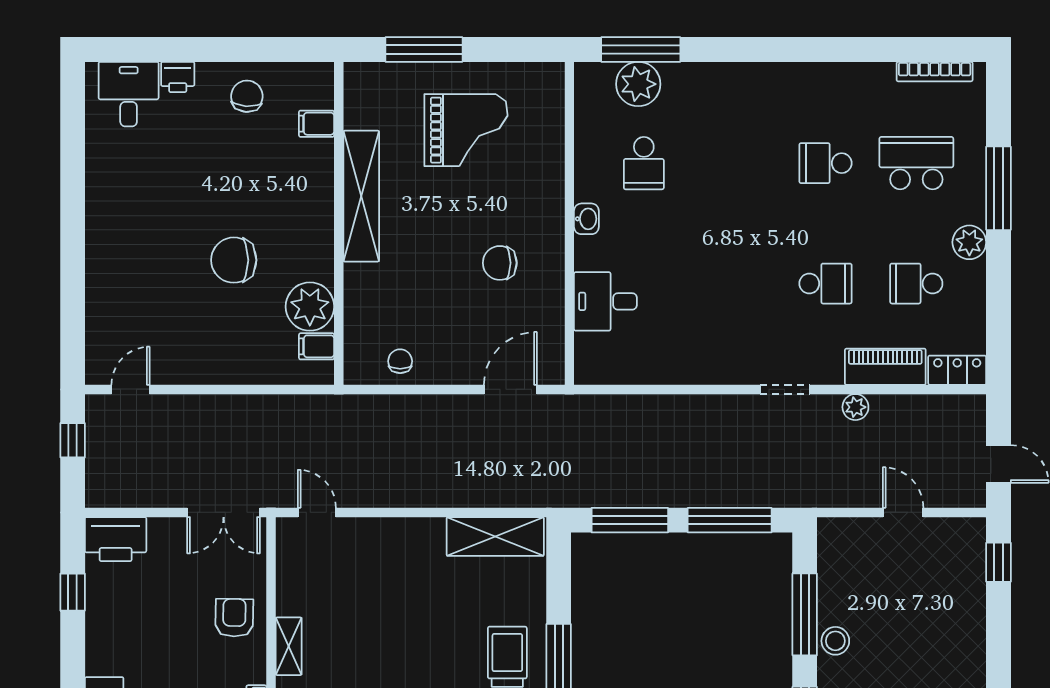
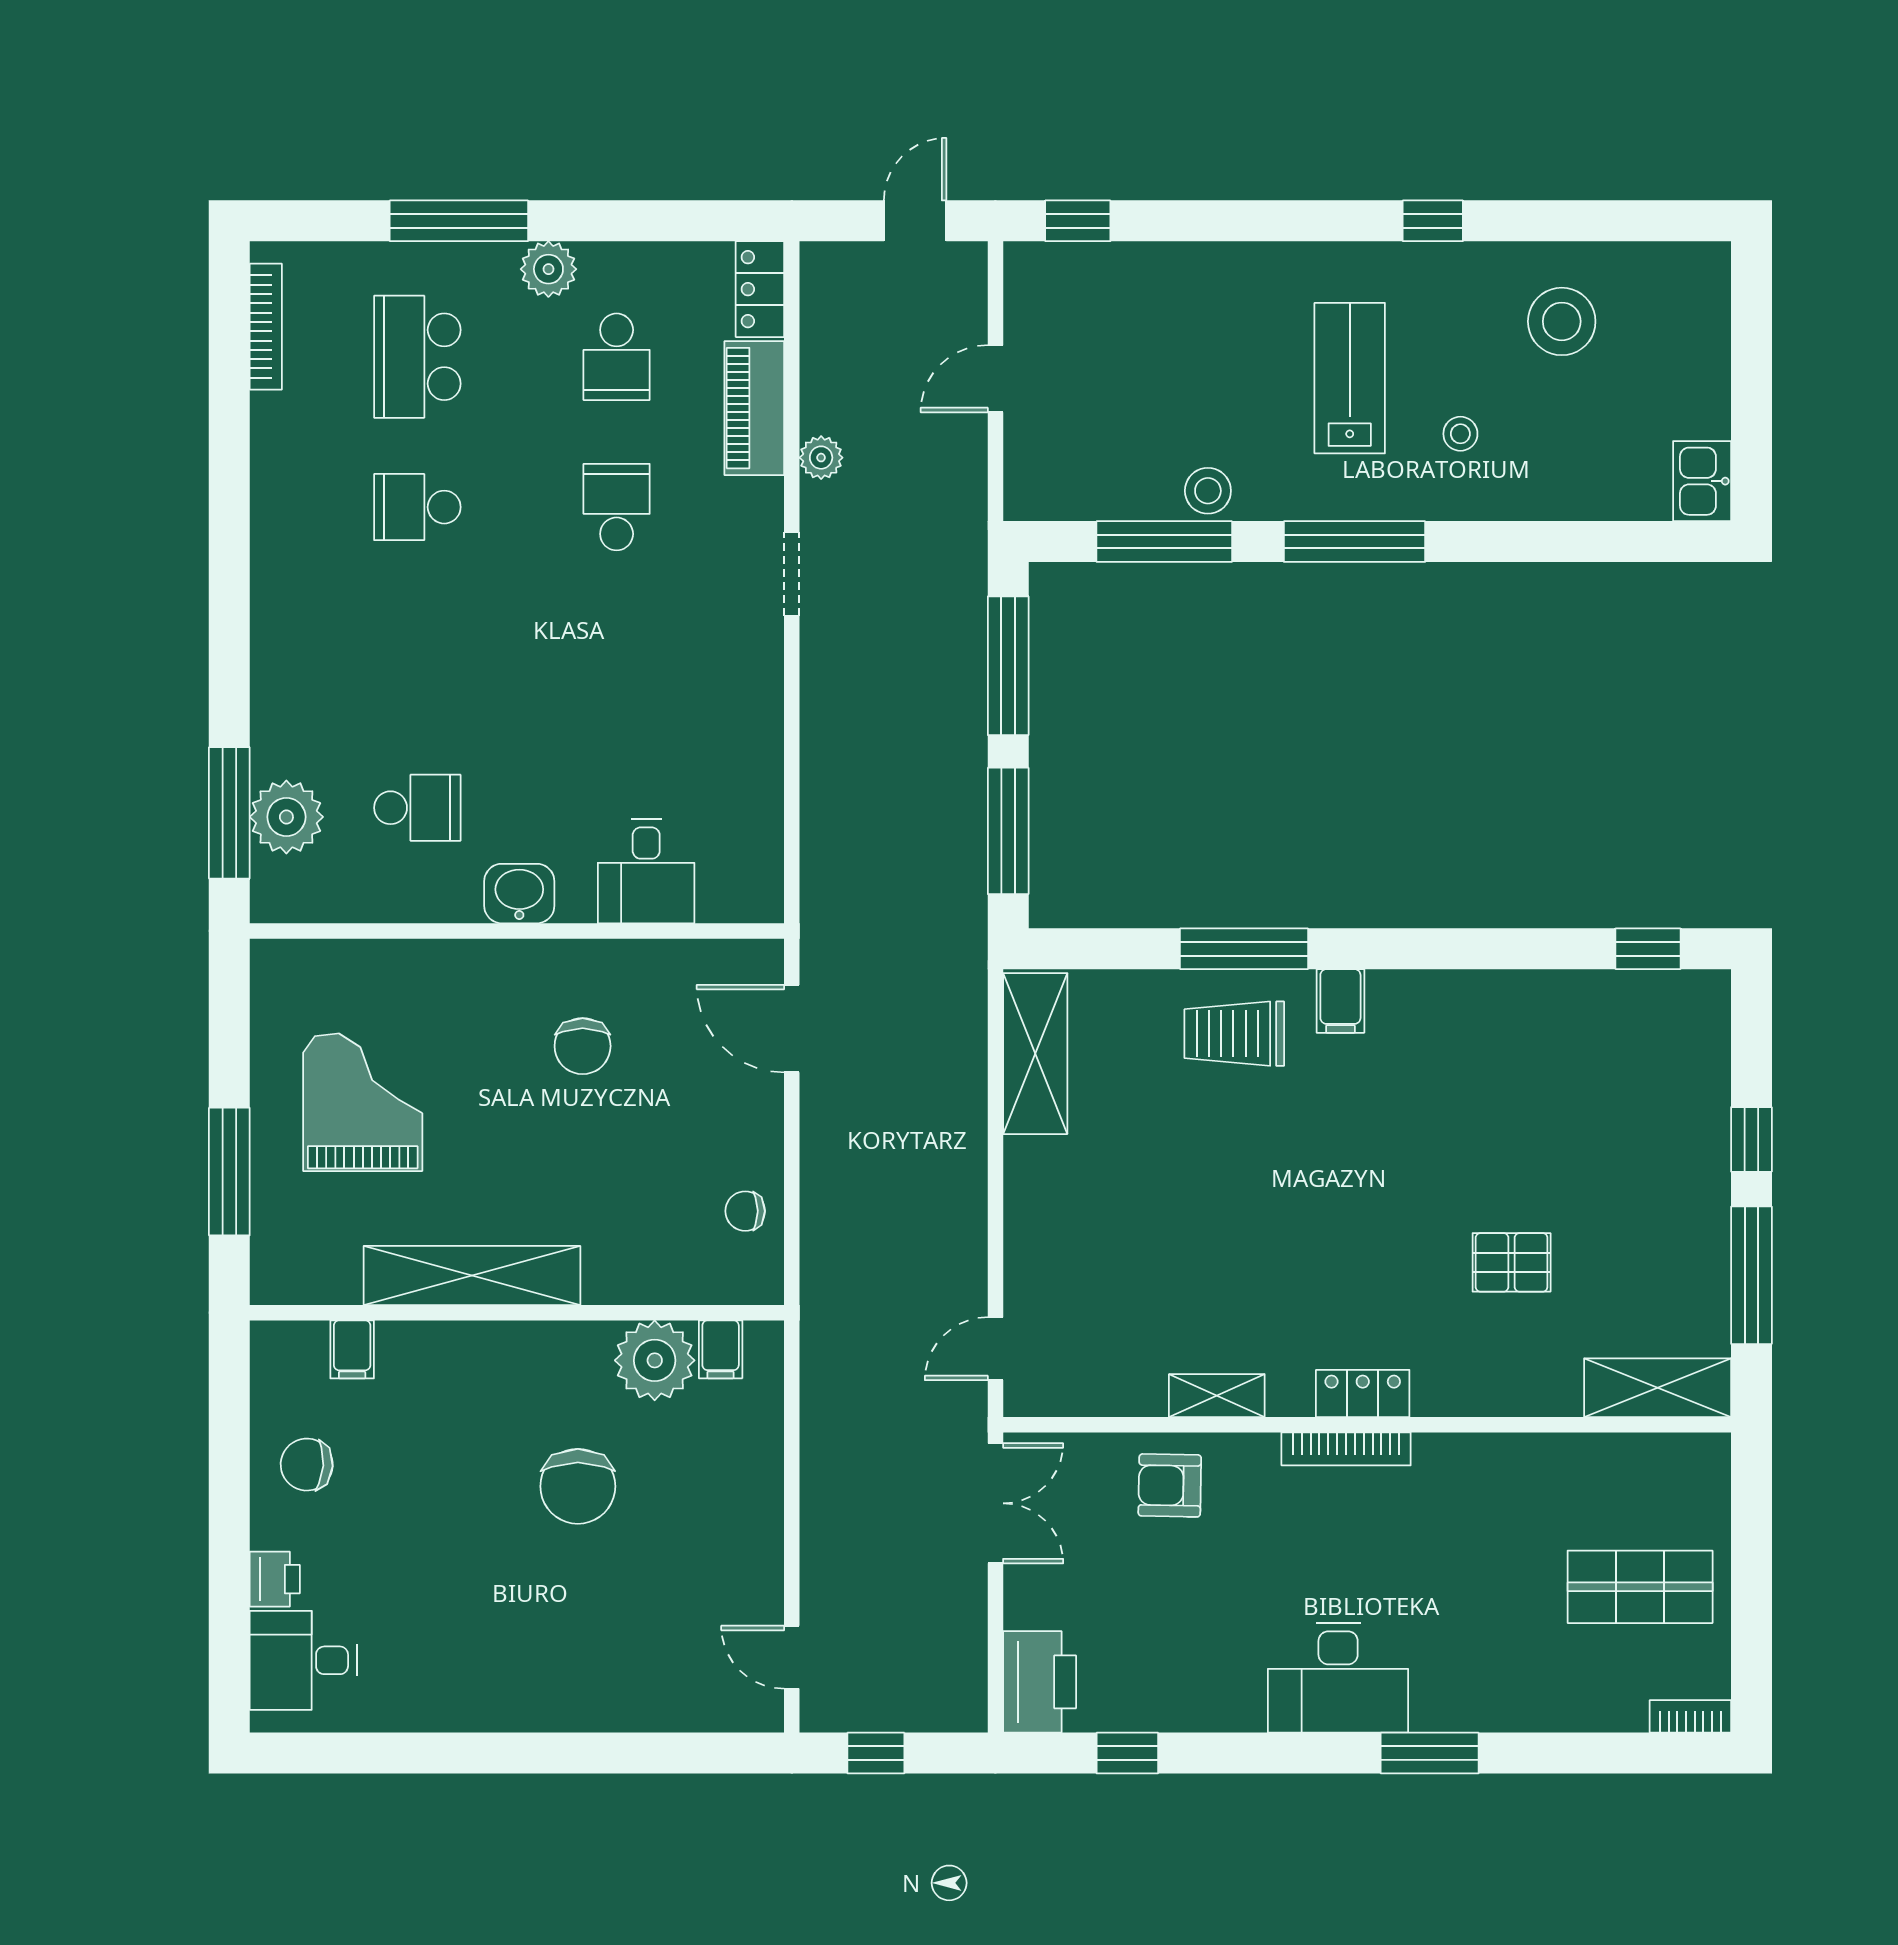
school desk: (826, 163) -> (417, 507), turned 90
washbasin: (586, 219) -> (519, 894), width x1.38, depth x1.45

